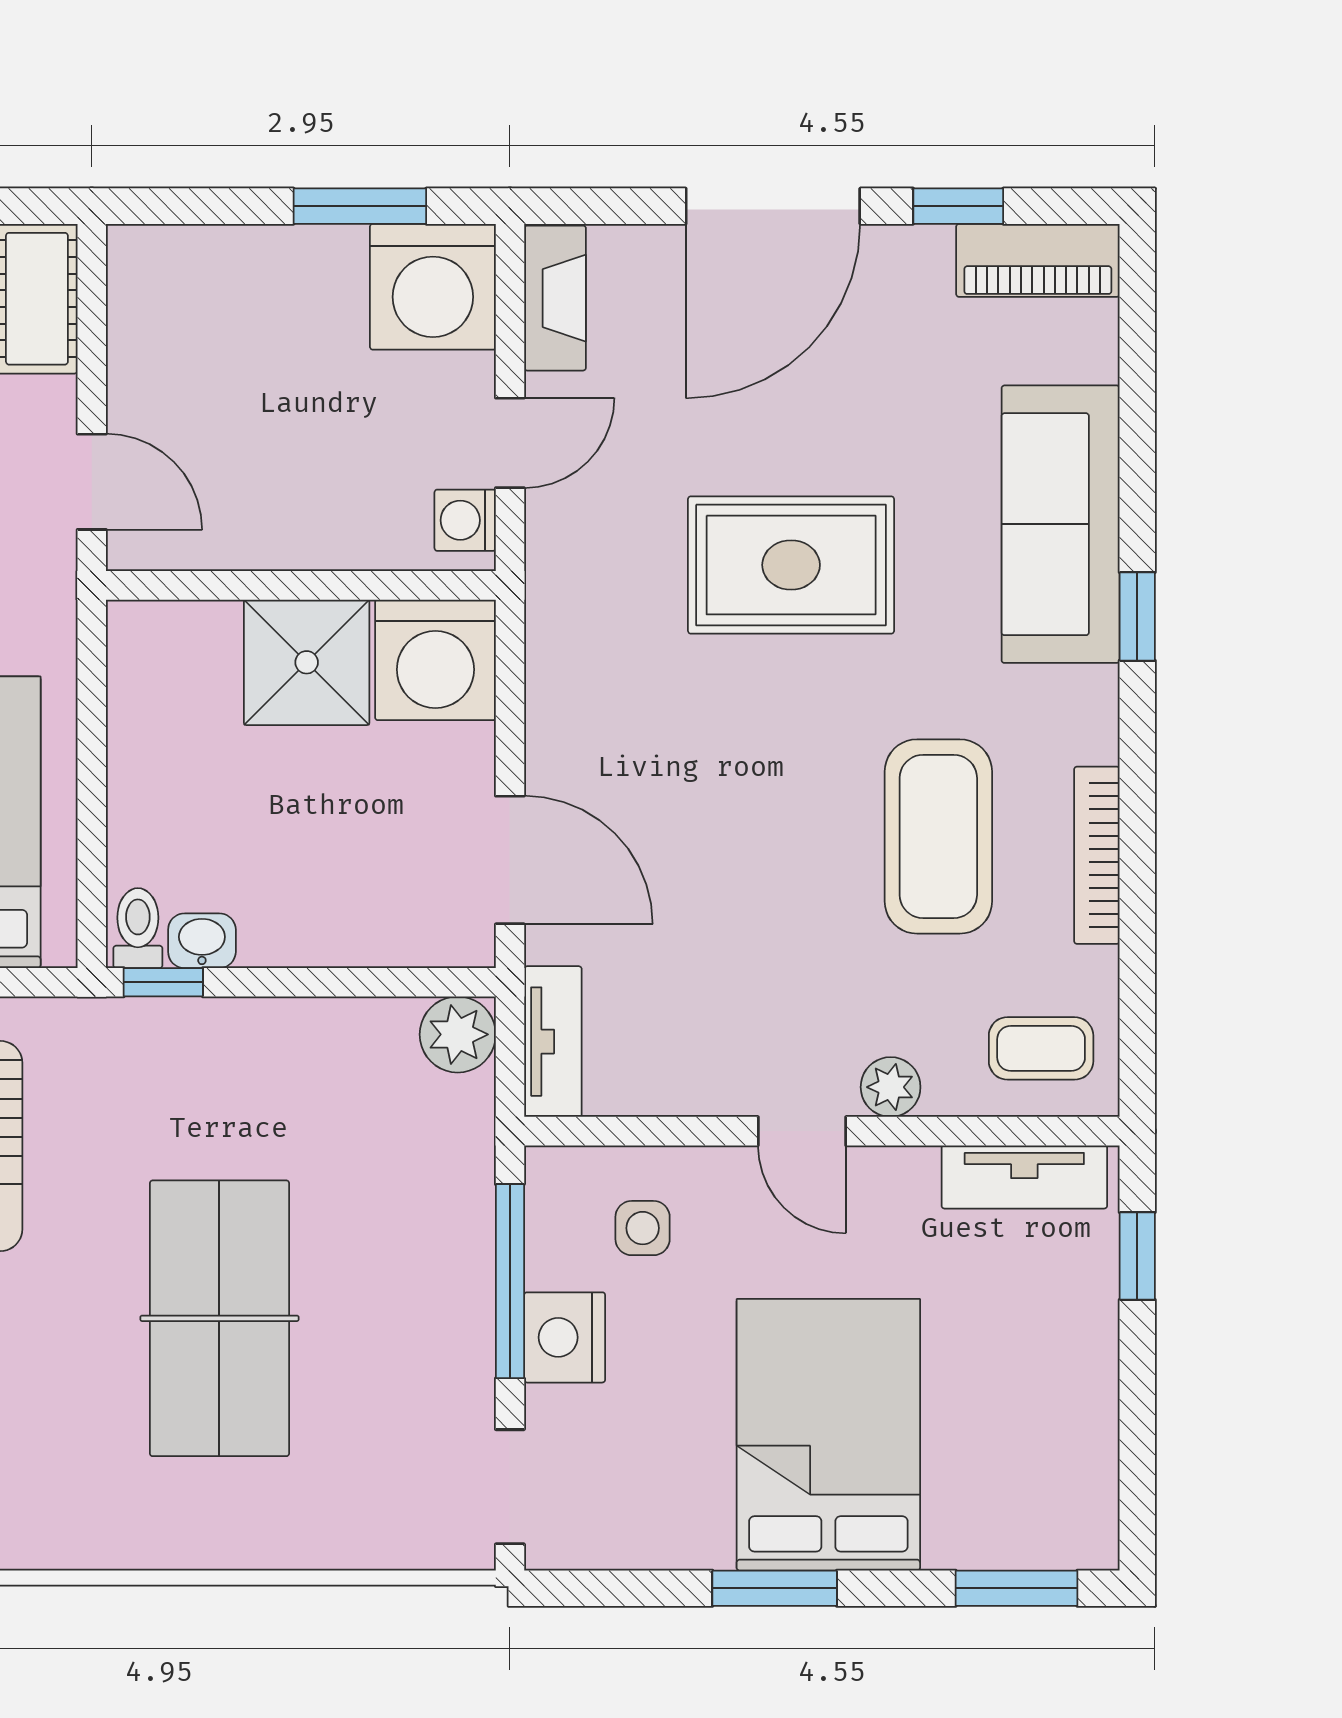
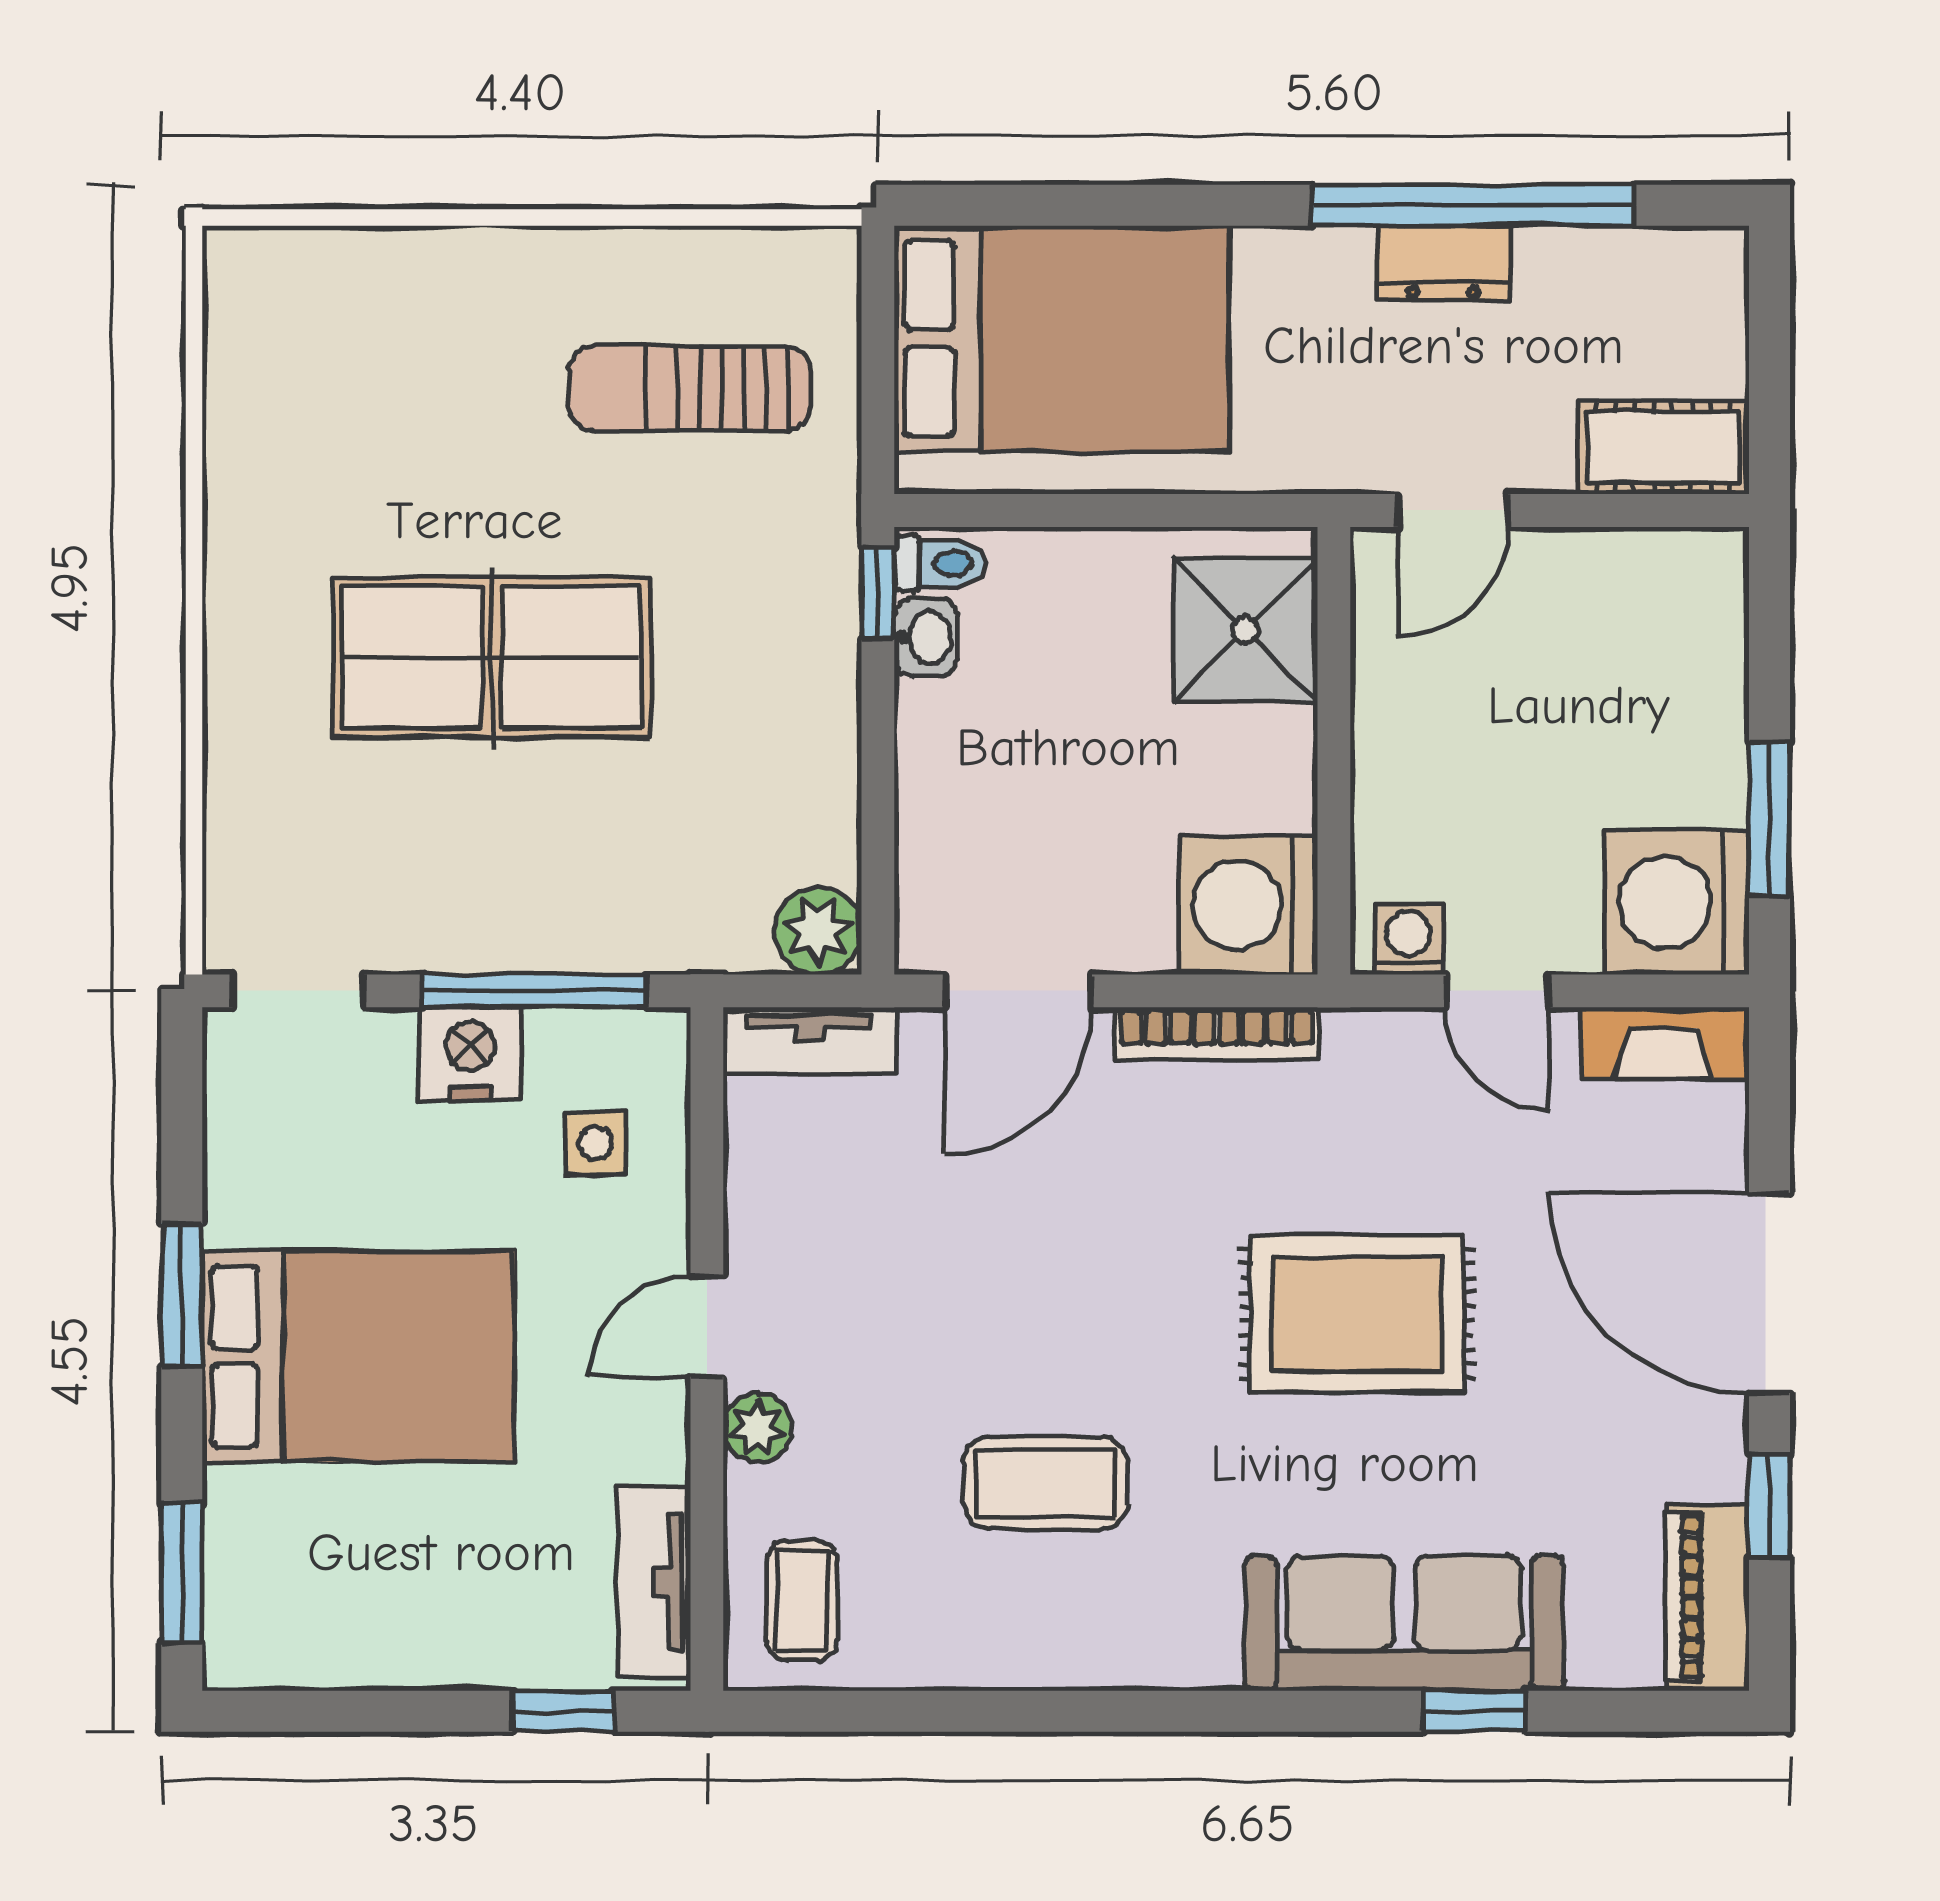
rug: (791, 565) -> (1357, 1314), turned 90
window: (1137, 616) -> (1475, 1711), moved
shower: (307, 662) -> (1245, 630), moved
coffee table: (938, 836) -> (1045, 1483), width x0.73, depth x0.76
bookcase: (1097, 855) -> (1217, 1033), moved, turned 180

